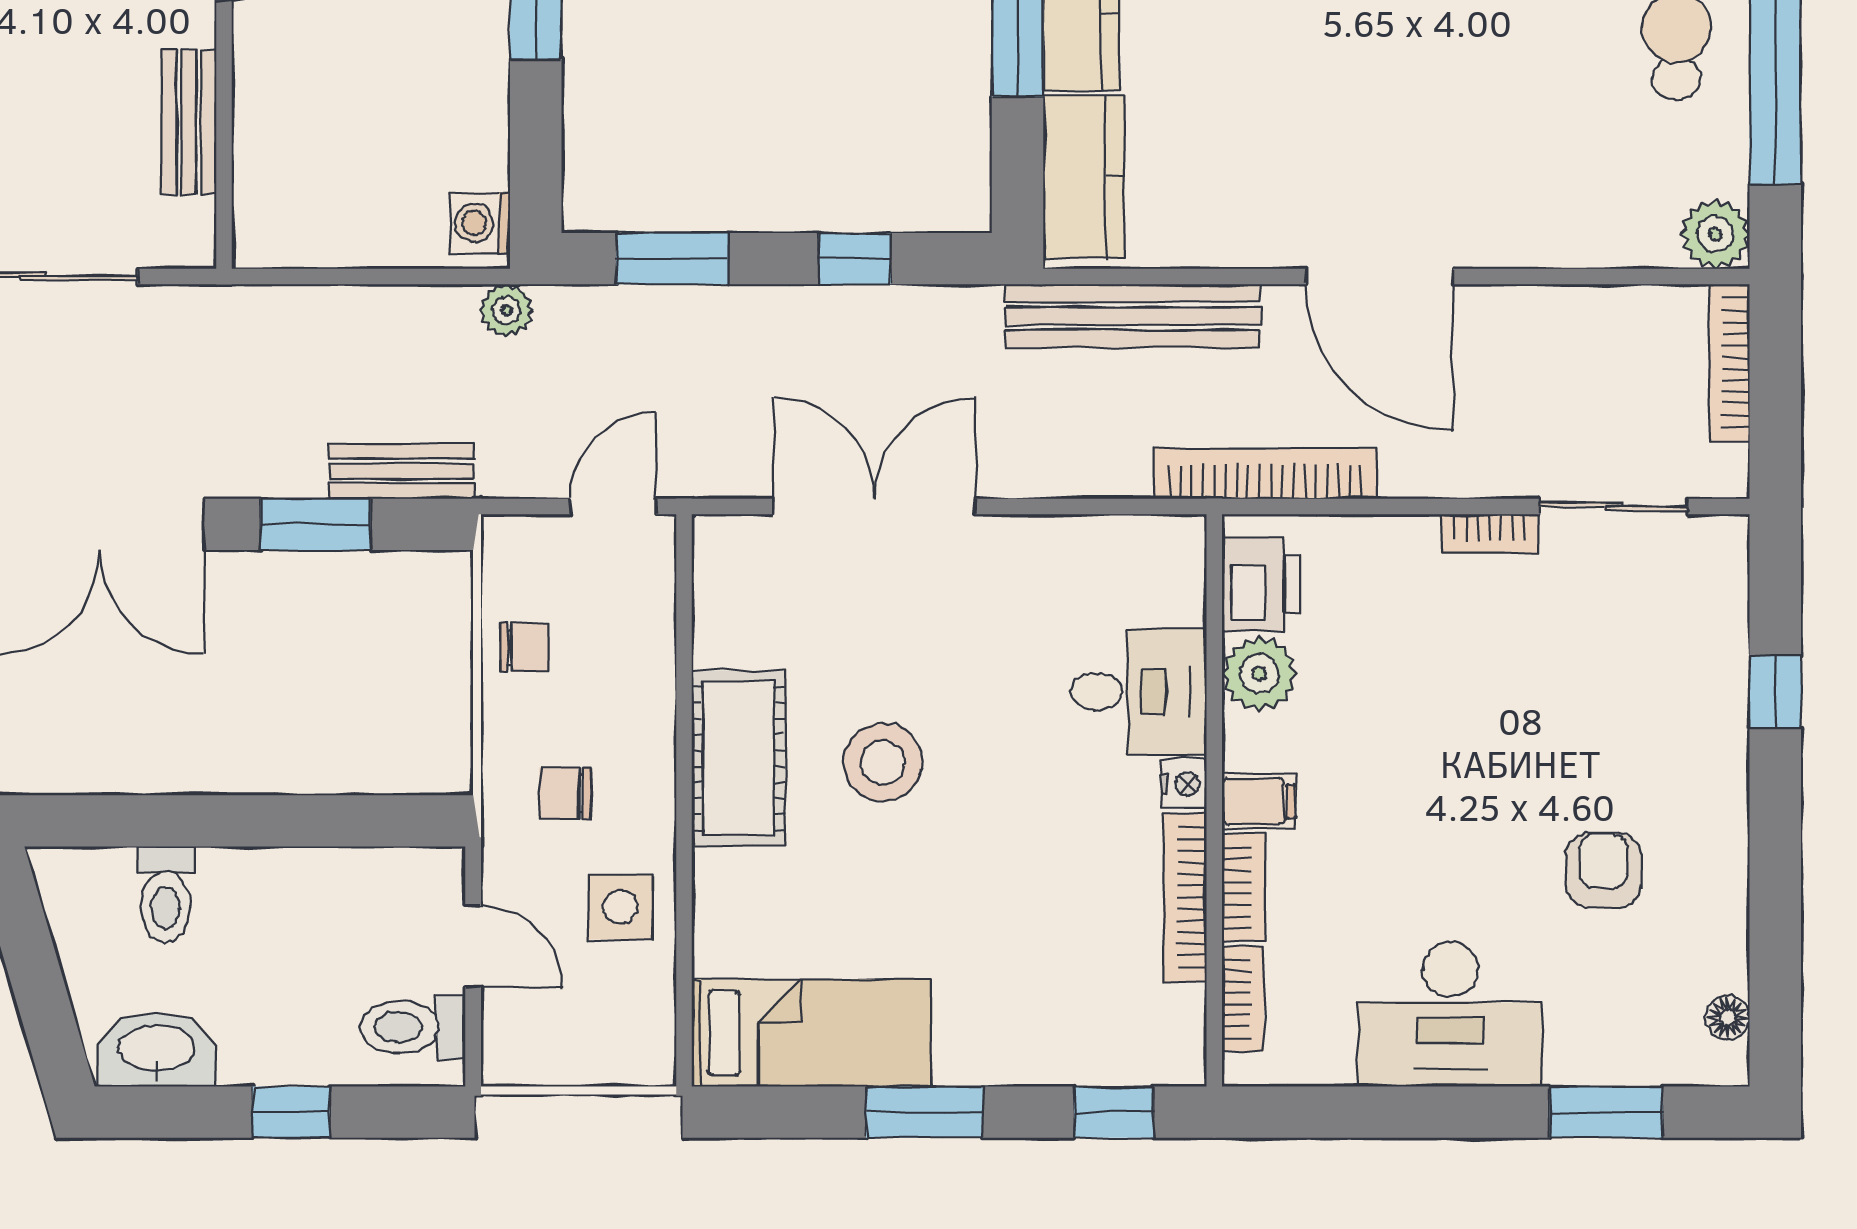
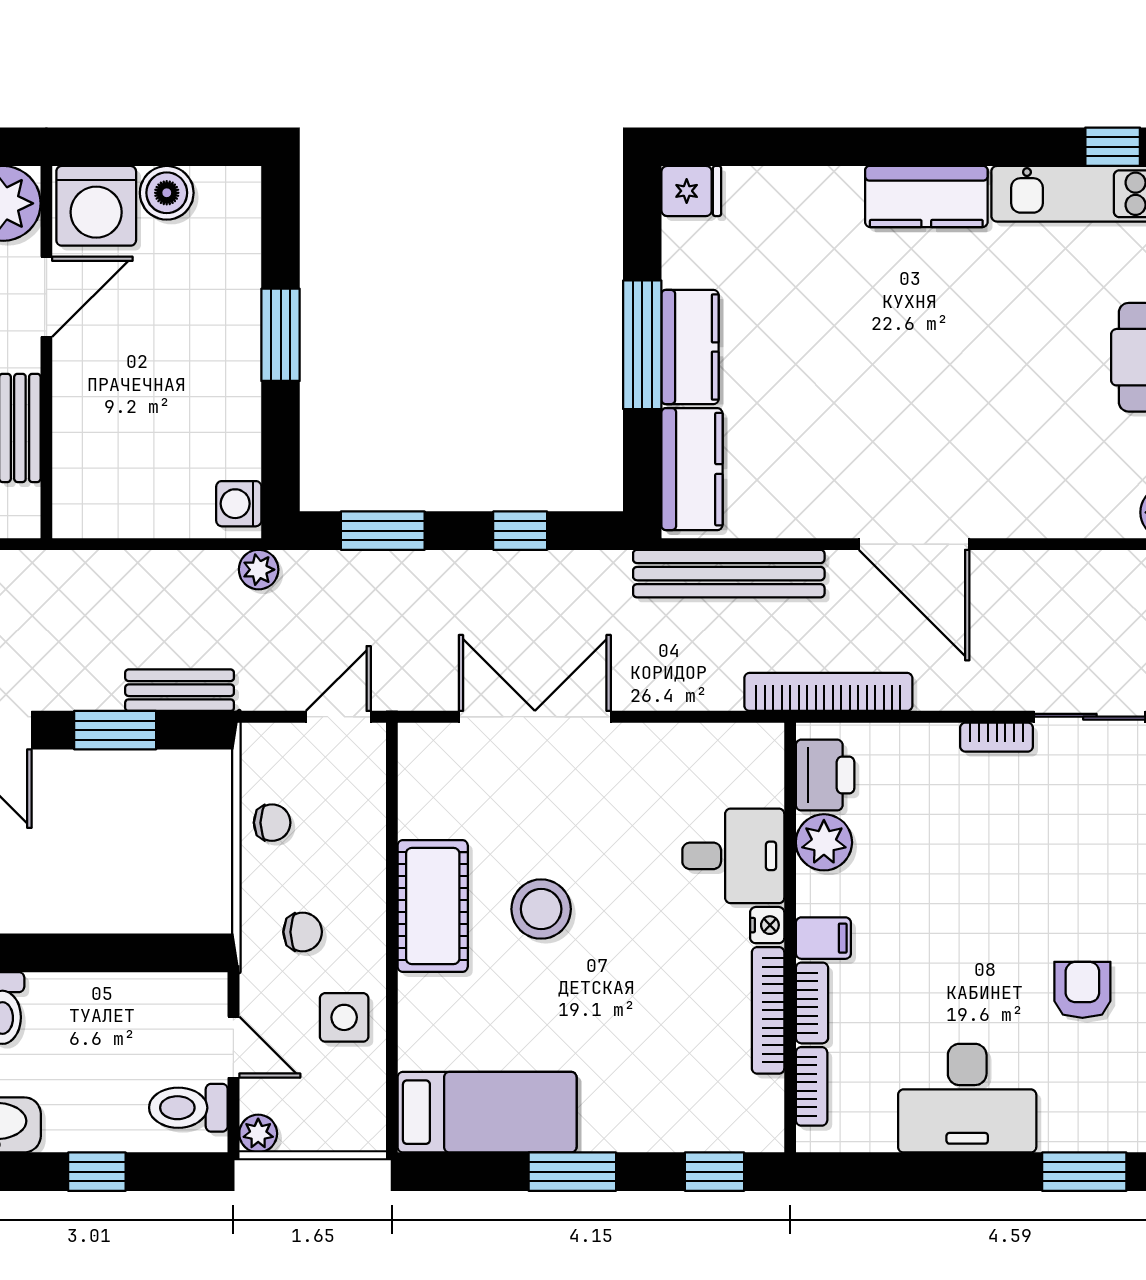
chair: (565, 793) -> (303, 932), turned 180
plant: (506, 1061) -> (258, 1134), added

